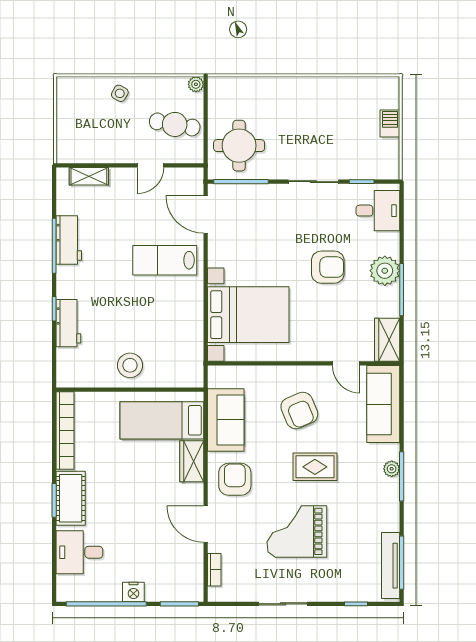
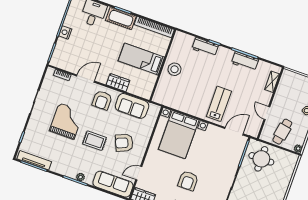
bed: (162, 420) -> (141, 59), moved, turned -90
rug: (315, 467) -> (94, 141), turned 90
armchair: (235, 479) -> (102, 100), turned 90

